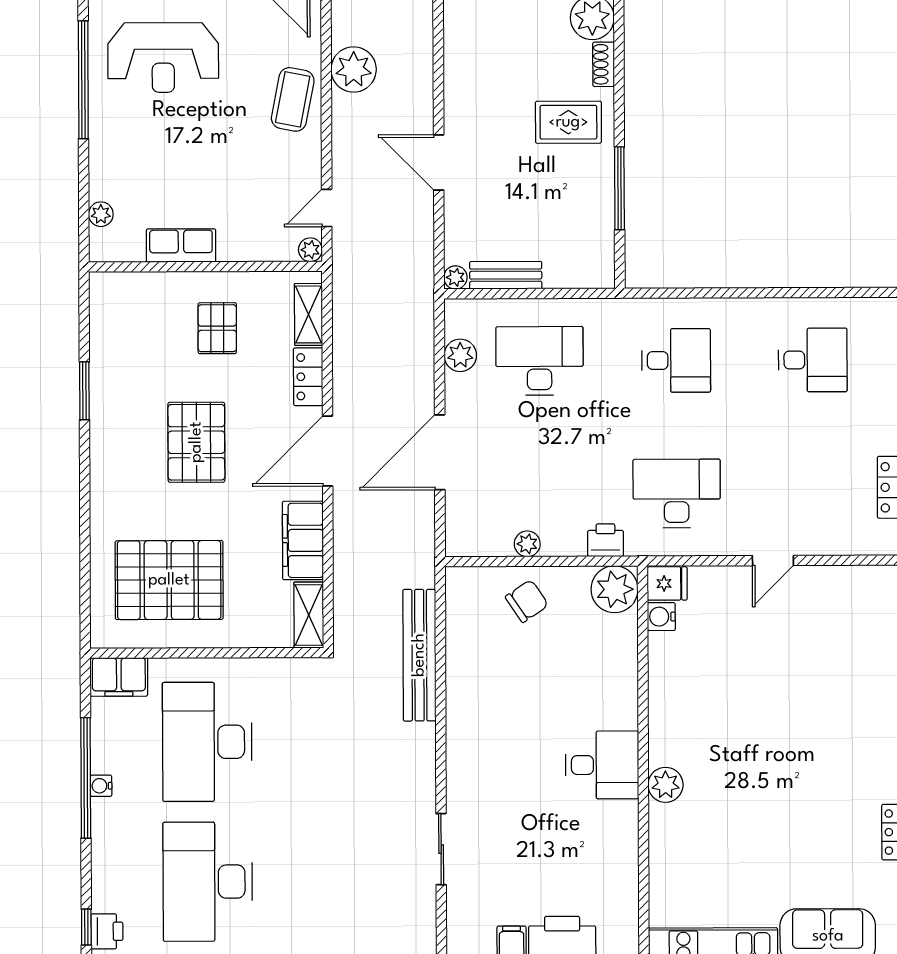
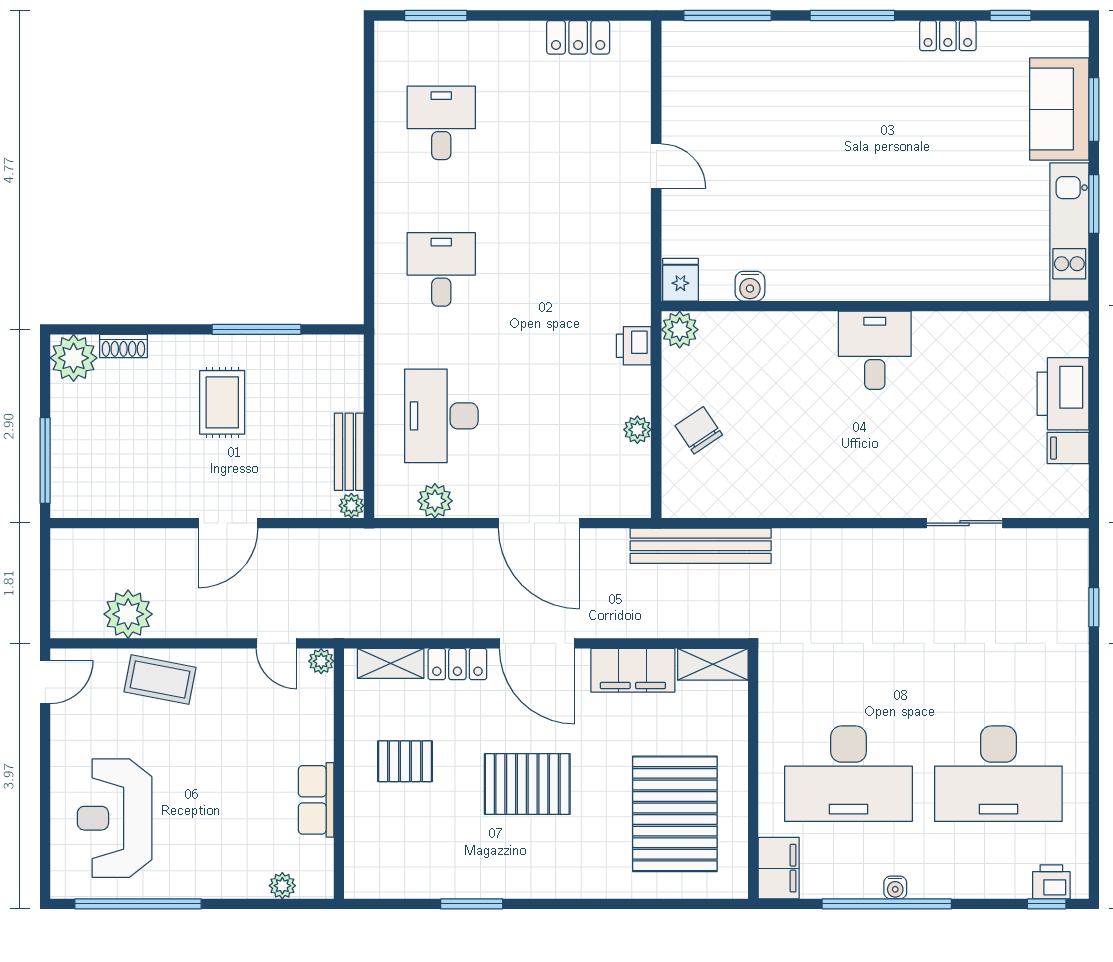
reception desk: (163, 58) -> (115, 818), turned 180
rug: (568, 122) -> (222, 402), moved
desk: (677, 494) -> (584, 269), removed
plant: (615, 589) -> (680, 330), width x0.73, depth x0.73
water cooler: (661, 617) -> (750, 286), moved
bench: (419, 655) -> (701, 546), moved
plant: (666, 785) -> (896, 282), removed

